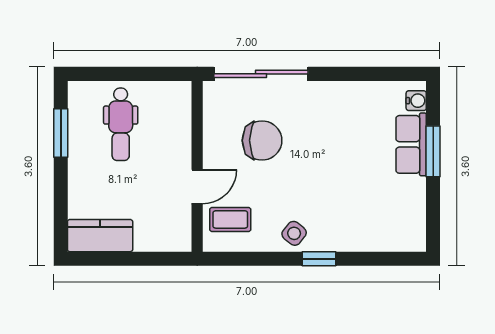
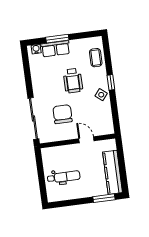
window: (61, 133) -> (104, 198), moved
wheelchair: (334, 174) -> (73, 81), added
coffee table: (230, 219) -> (96, 58), moved
kitchen counter: (100, 236) -> (113, 172), width x1.50

